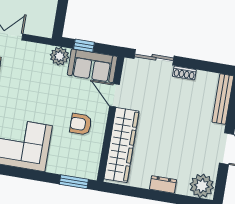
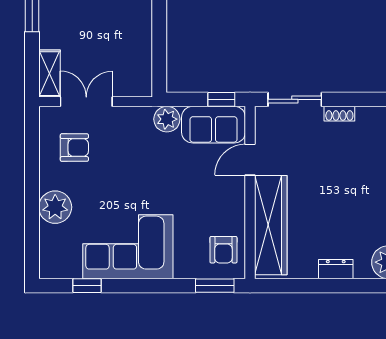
window: (84, 46) -> (221, 99), moved
door: (114, 95) -> (250, 160), hinge flipped
armchair: (81, 124) -> (223, 250), moved, turned -90

